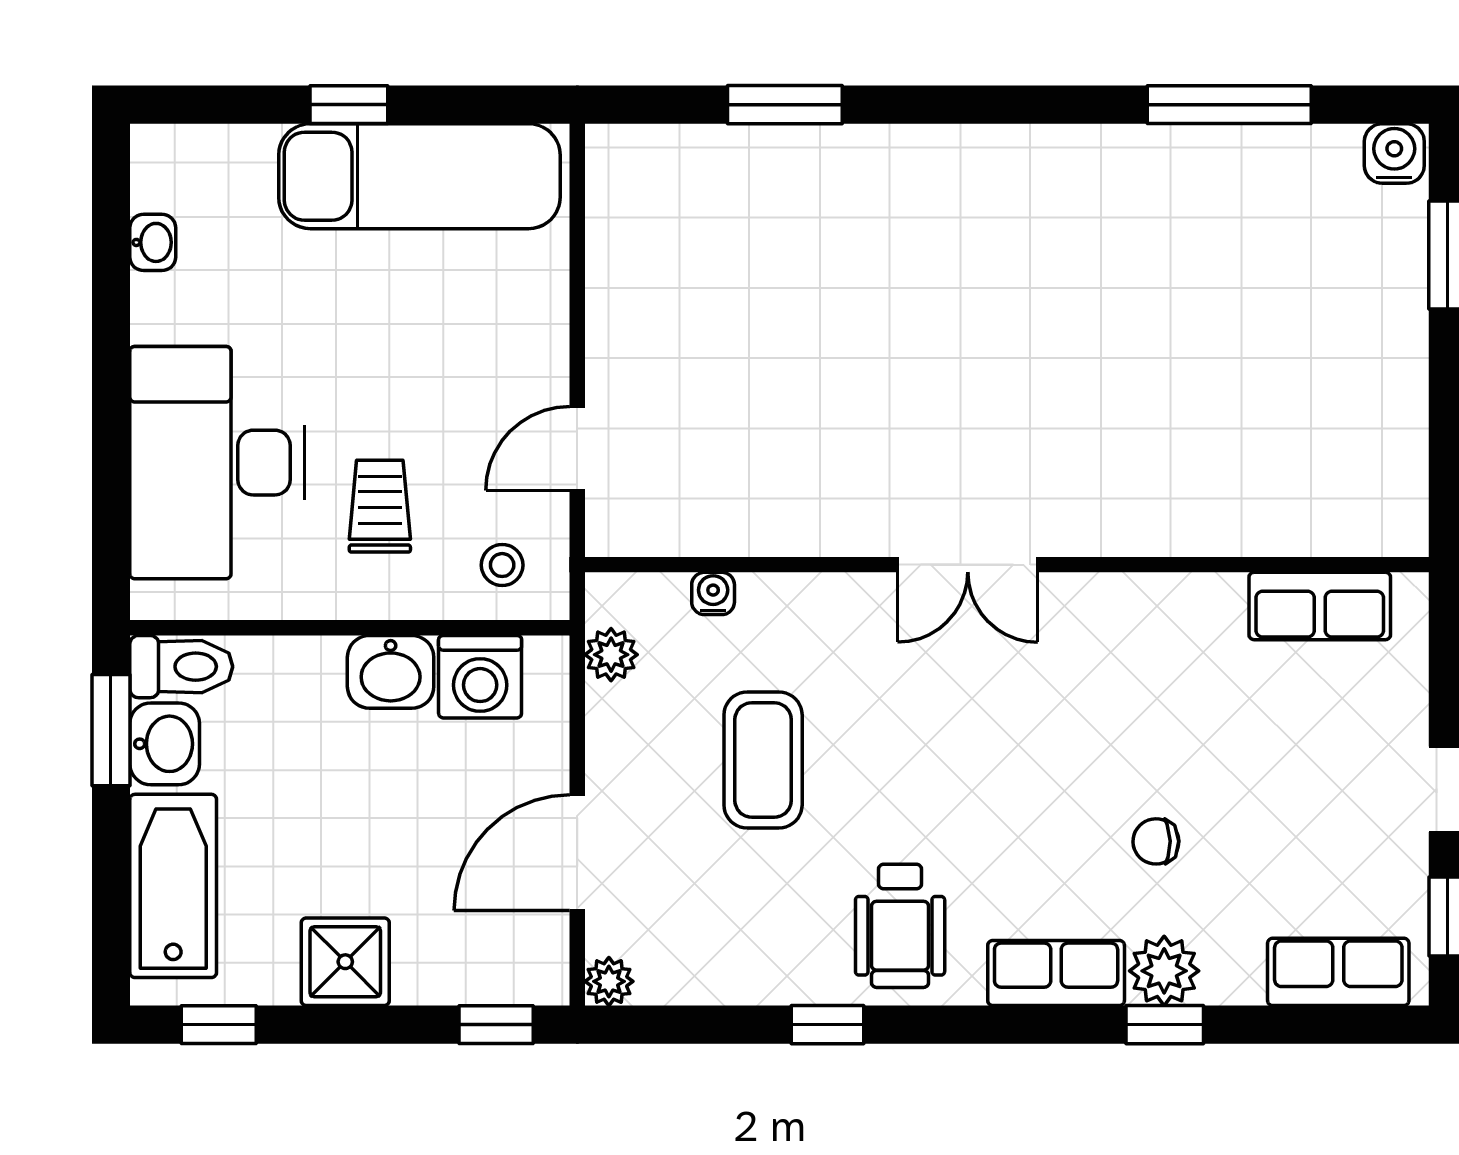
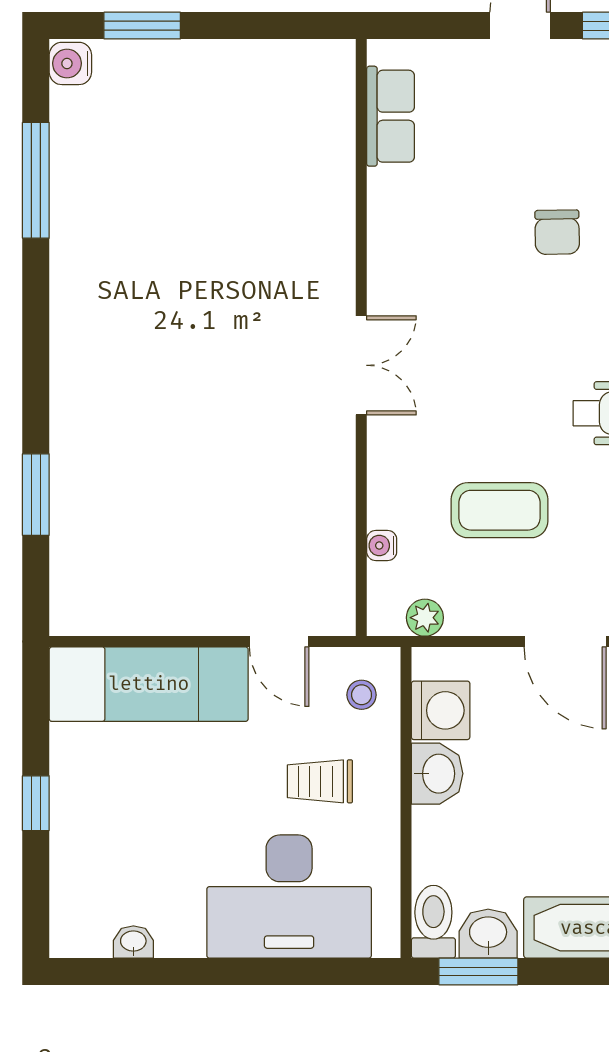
exam couch: (419, 176) -> (149, 684), moved, turned 90
chair: (1156, 841) -> (557, 232), width x1.37, depth x1.37

